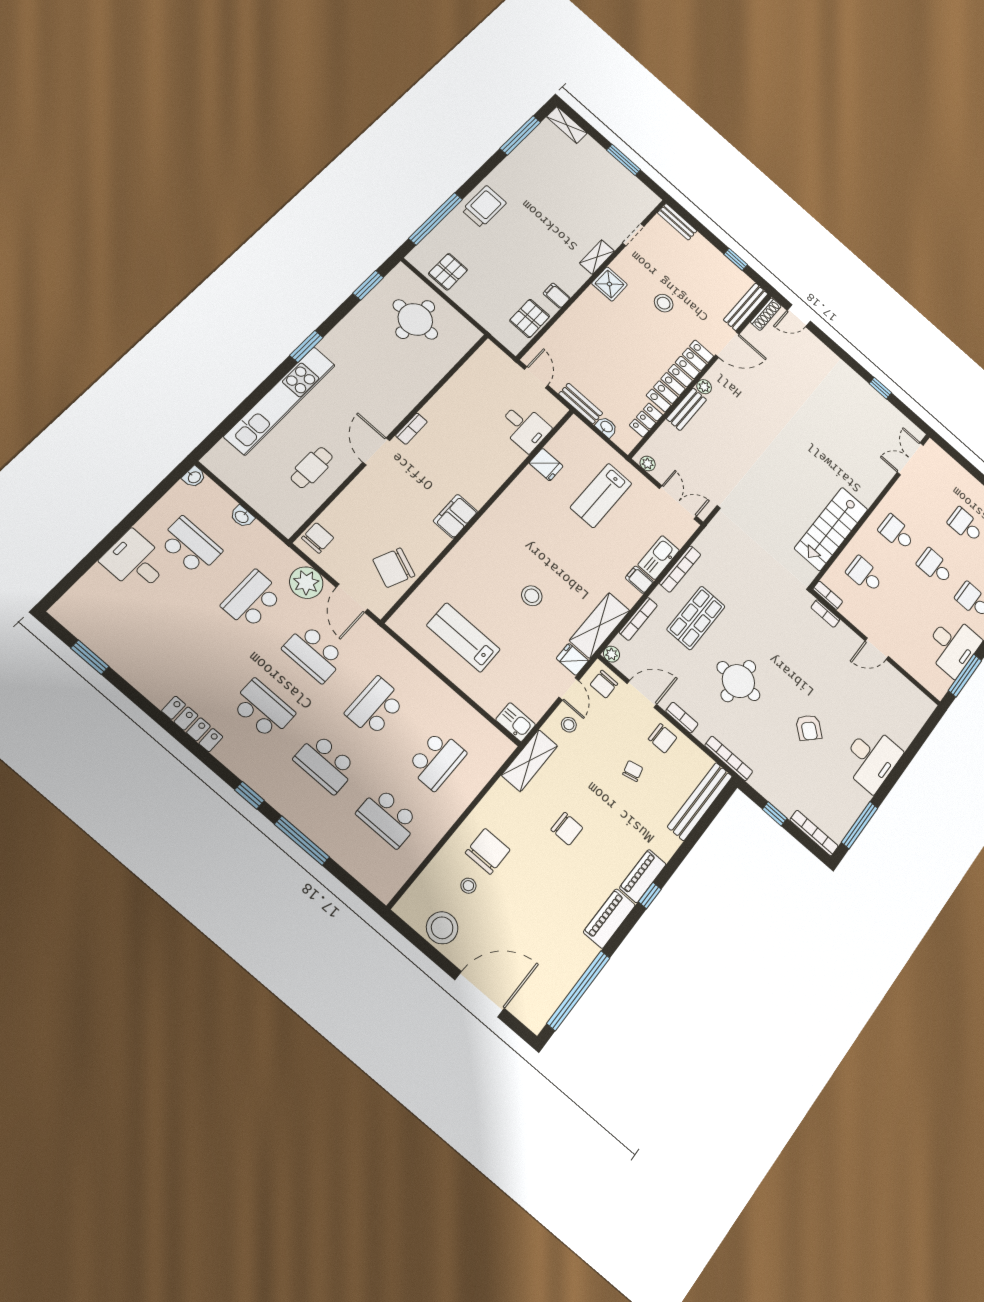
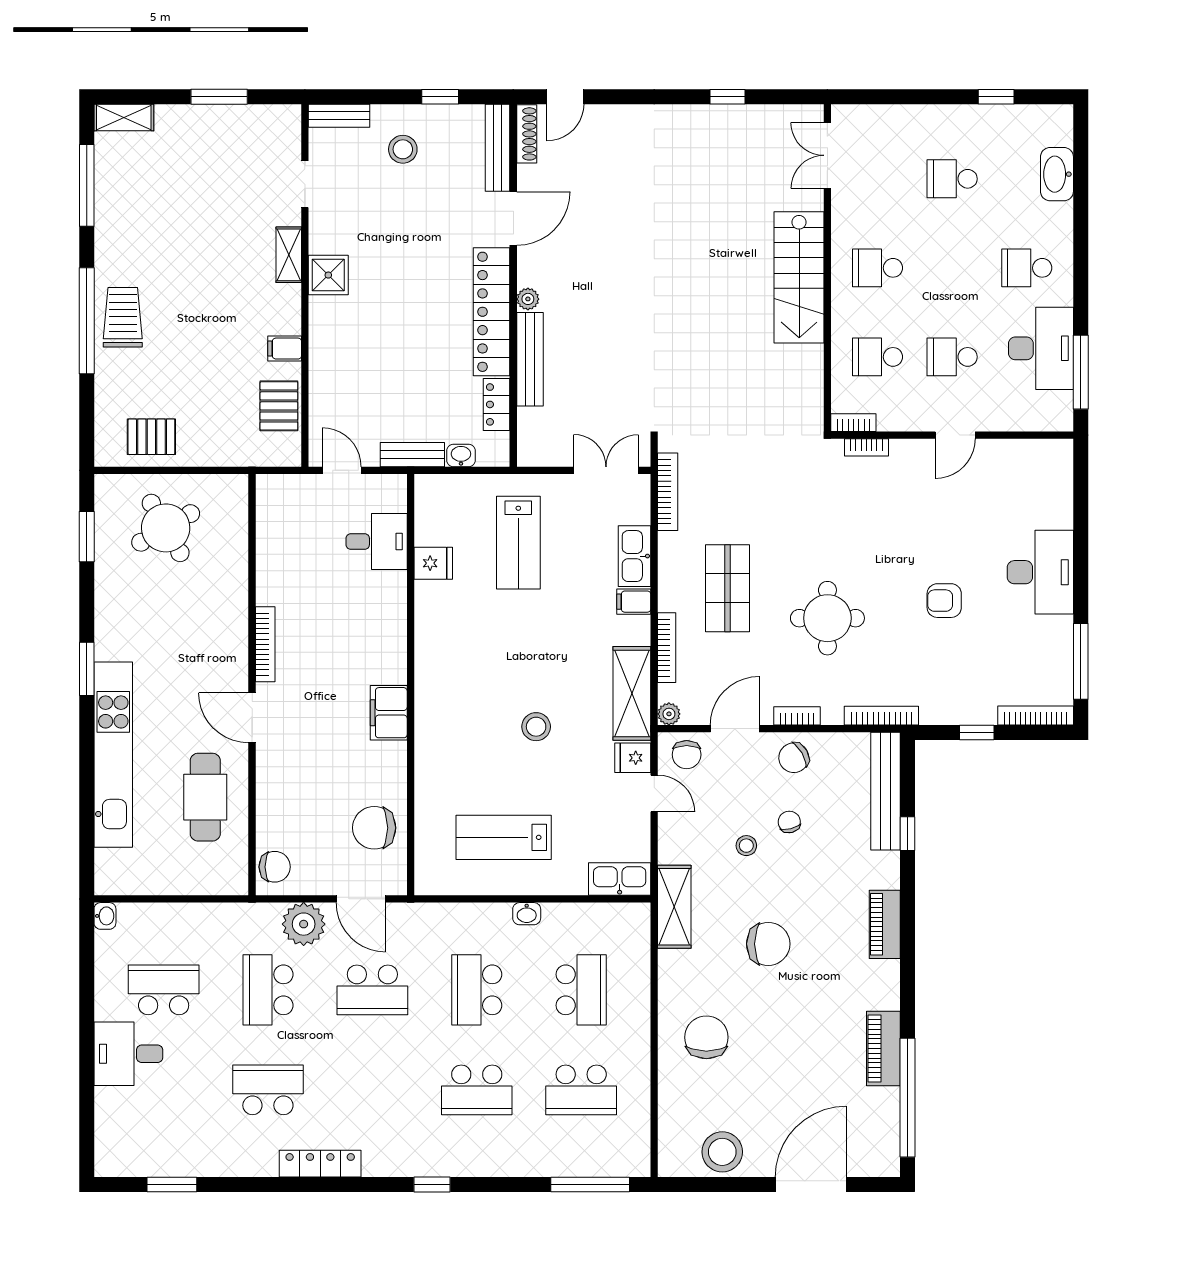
window: (436, 219) -> (87, 321), moved
pallet: (448, 272) -> (151, 437), turned 90
stool: (664, 303) -> (403, 149), moved
round table: (415, 319) -> (166, 528), turned -30
bench: (687, 409) -> (530, 359), width x1.36
bookcase: (411, 429) -> (265, 644), width x1.56
plant: (648, 464) -> (538, 456), removed
cafe table: (312, 468) -> (205, 797), width x1.37, depth x1.35
washbasin: (242, 517) -> (527, 914), moved
stairs: (831, 529) -> (799, 277), moved
chair: (318, 538) -> (275, 867), turned 90
school desk: (935, 567) -> (952, 357), moved
chair: (394, 568) -> (374, 828), turned 67
bookcase: (680, 569) -> (668, 492), moved
school desk: (263, 709) -> (268, 1090), moved
kitchen sink: (516, 722) -> (620, 879), width x1.38
stool: (569, 725) -> (746, 846), moved
armchair: (809, 728) -> (944, 601), turned 138
chair: (663, 738) -> (794, 758), turned 150
chair: (567, 829) -> (768, 944), width x1.37, depth x1.37
window: (302, 841) -> (590, 1185), moved
stool: (468, 886) -> (715, 1088), removed
window: (650, 895) -> (907, 834), moved
piano: (609, 919) -> (883, 1048), moved

